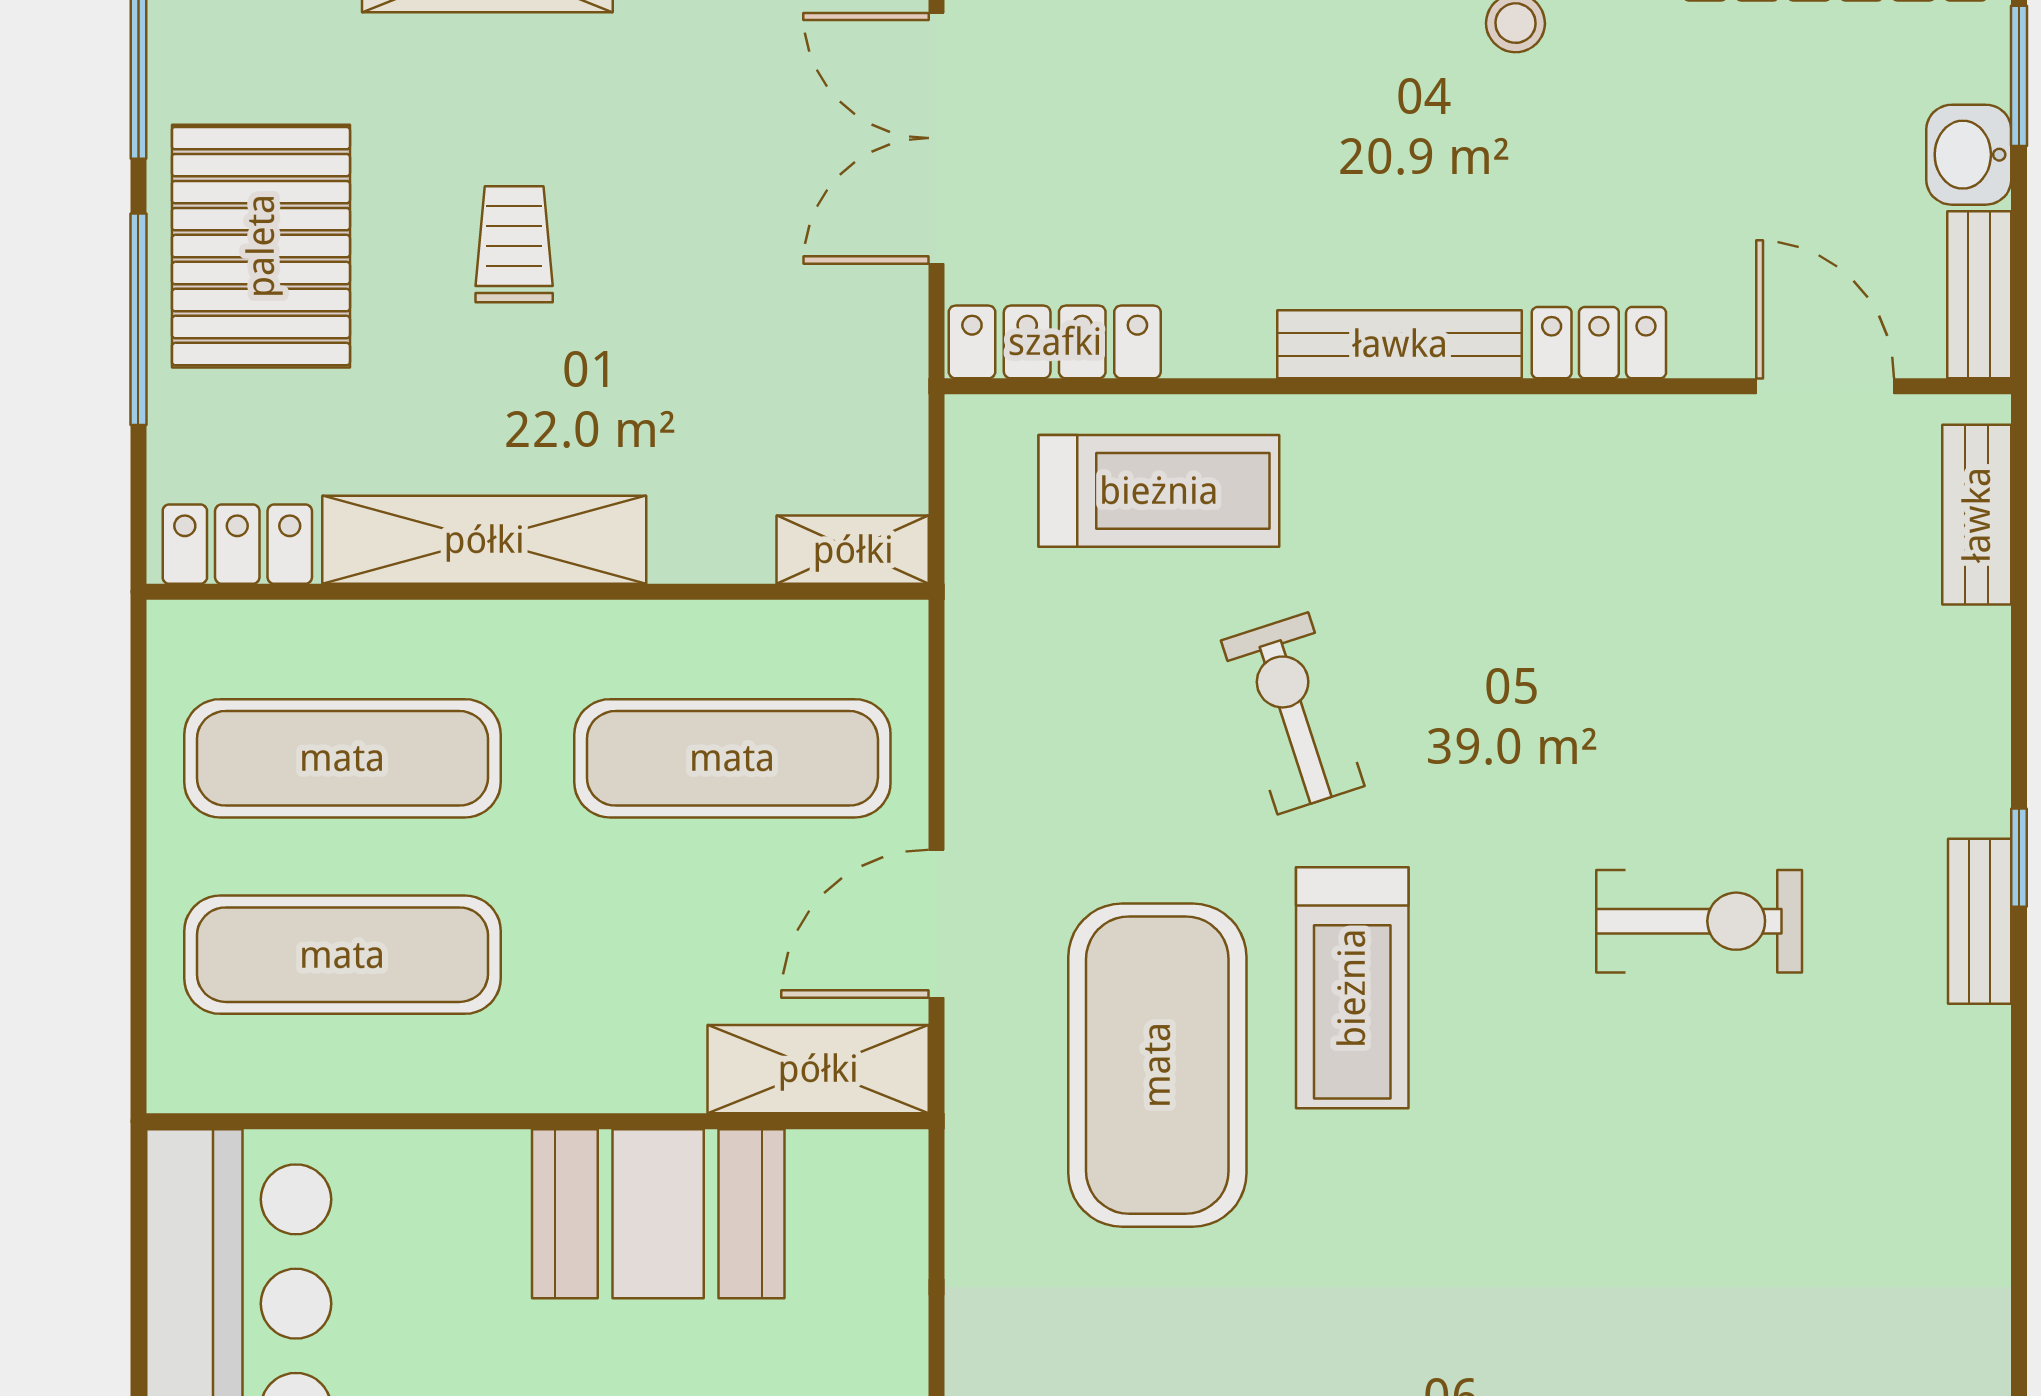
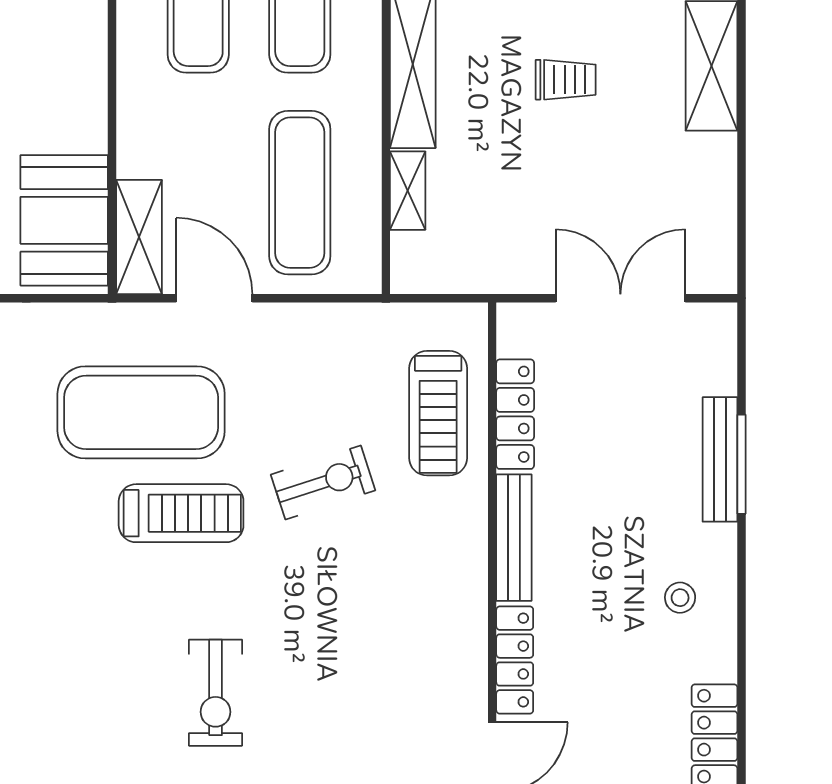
locker: (1055, 342) -> (515, 414), moved
locker: (1599, 343) -> (515, 660), width x1.53
shelving: (853, 550) -> (408, 191), moved
treadmill: (1352, 988) -> (181, 513), turned 180
booth: (658, 1214) -> (64, 220), moved

